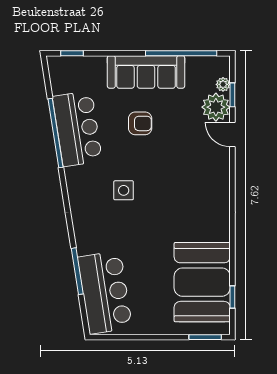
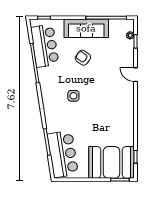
plant: (216, 107) -> (126, 48), removed
armchair: (140, 123) -> (83, 58), turned -145
bar counter: (77, 129) -> (45, 46), moved
door: (232, 134) -> (136, 75), moved
booth: (202, 282) -> (112, 162), moved, turned 90

